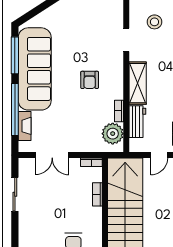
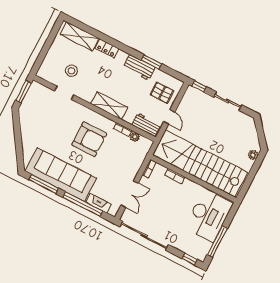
doorway: (126, 40) -> (64, 93), moved
armchair: (90, 80) -> (89, 139), width x1.88, depth x1.88
workbench: (137, 122) -> (146, 125), moved
plant: (113, 134) -> (135, 137), width x0.53, depth x0.53
sliding door: (15, 194) -> (144, 236), width x1.86

